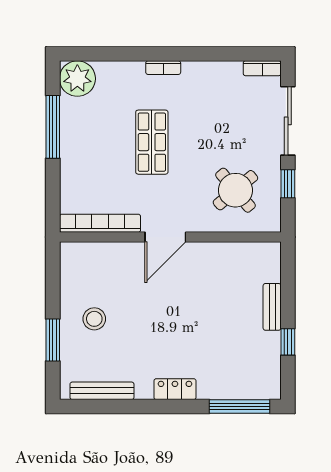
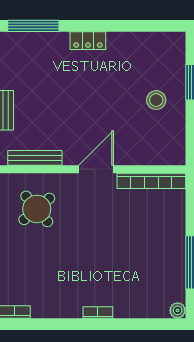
plant: (77, 79) -> (178, 310), width x0.53, depth x0.53
shop shelf: (152, 142) -> (108, 250), removed
bench: (102, 391) -> (35, 158), moved

